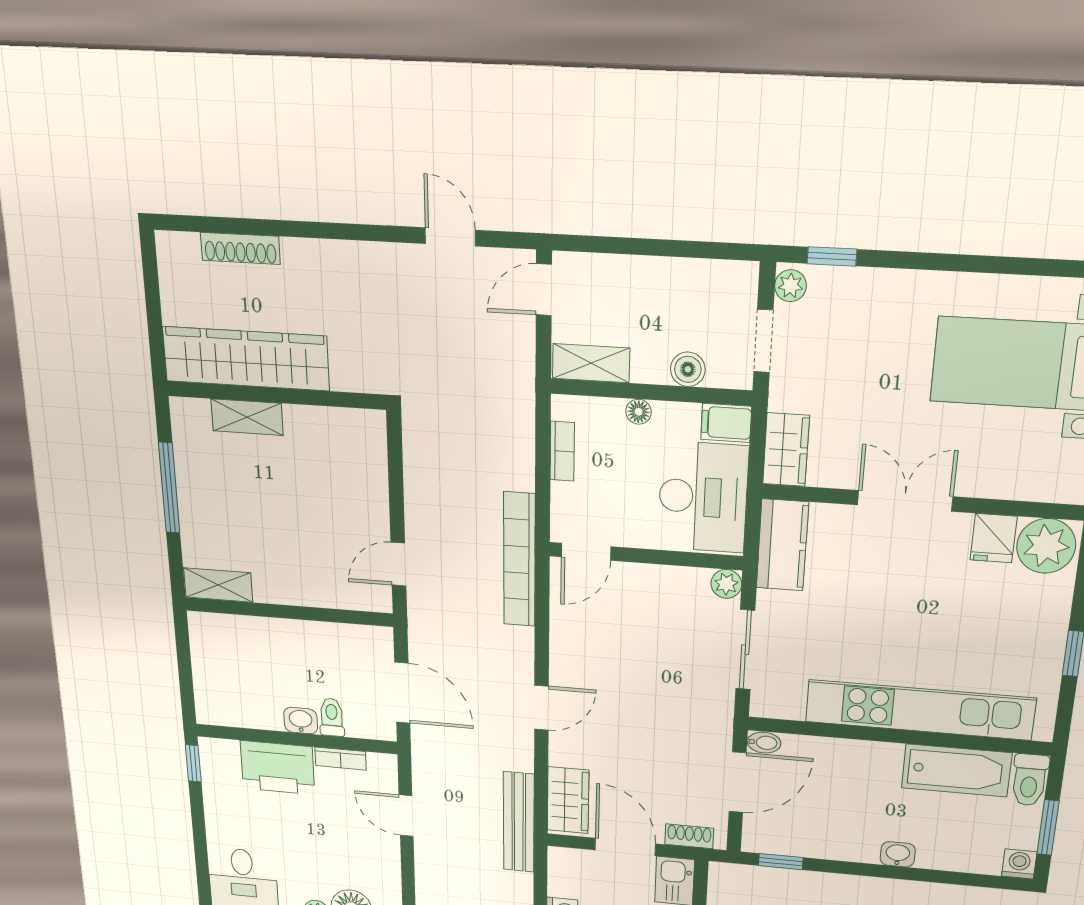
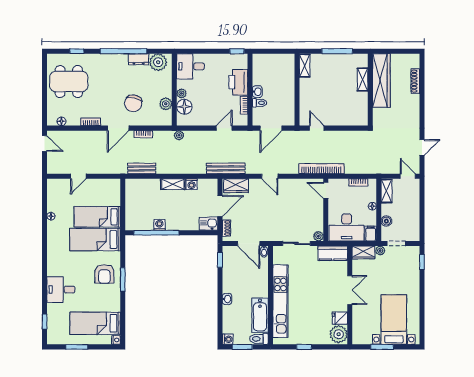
plant: (790, 286) -> (380, 251), moved

